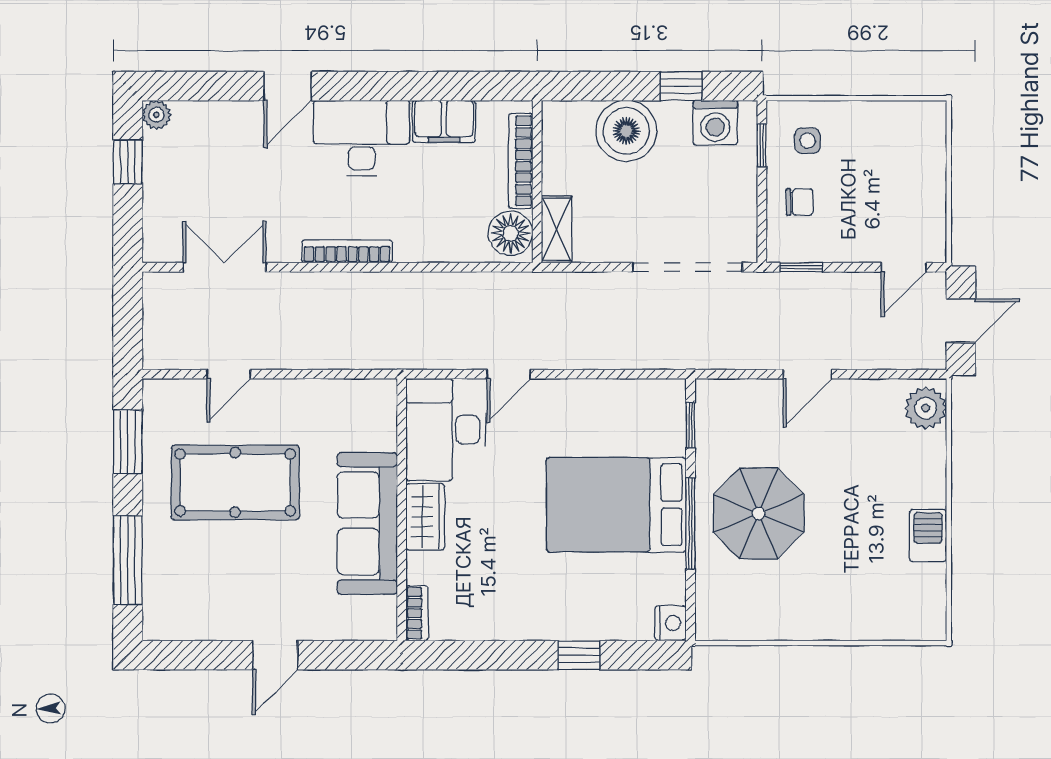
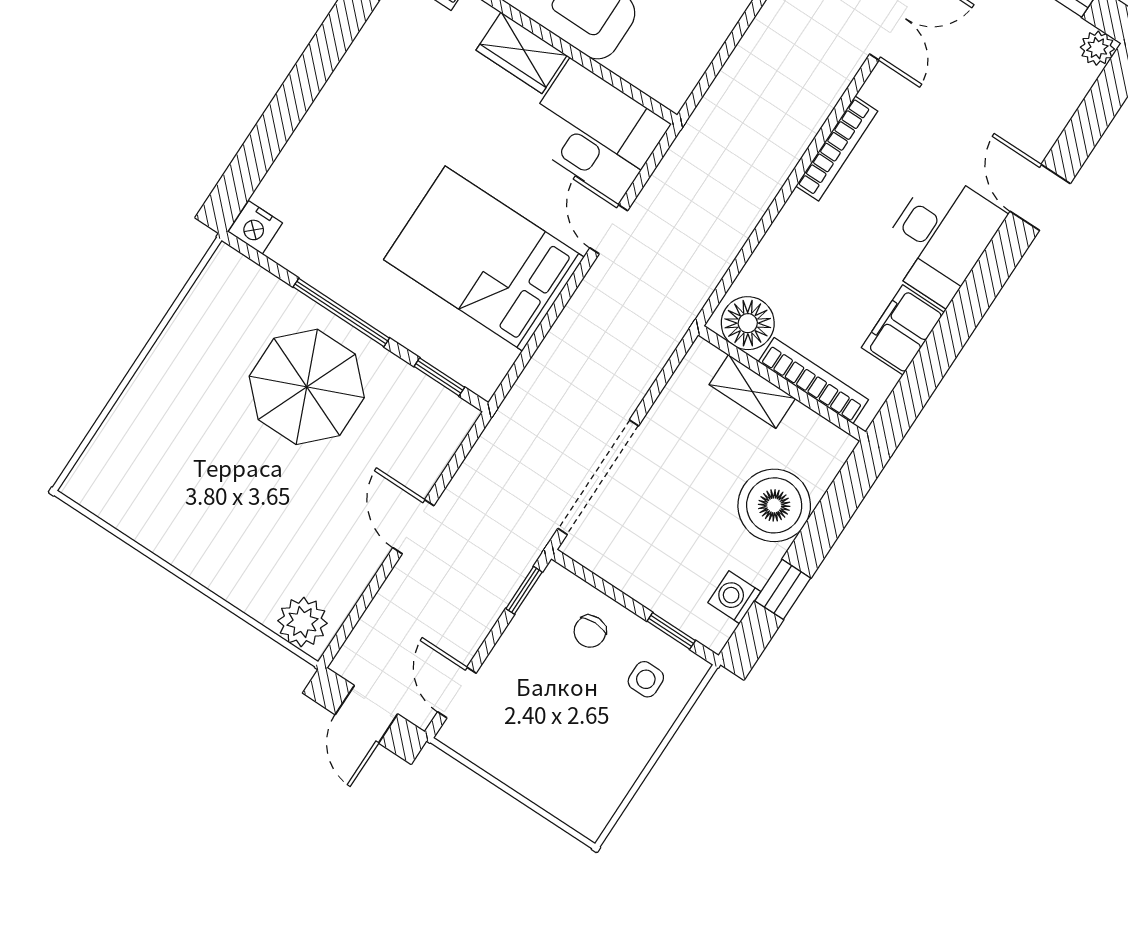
washing machine: (715, 123) -> (734, 597), width x0.73, depth x0.73
shelving: (557, 229) -> (752, 392), moved
bed: (616, 505) -> (484, 258), moved, turned -90
barbecue: (928, 536) -> (174, 541), removed
window: (579, 655) -> (283, 115), removed

